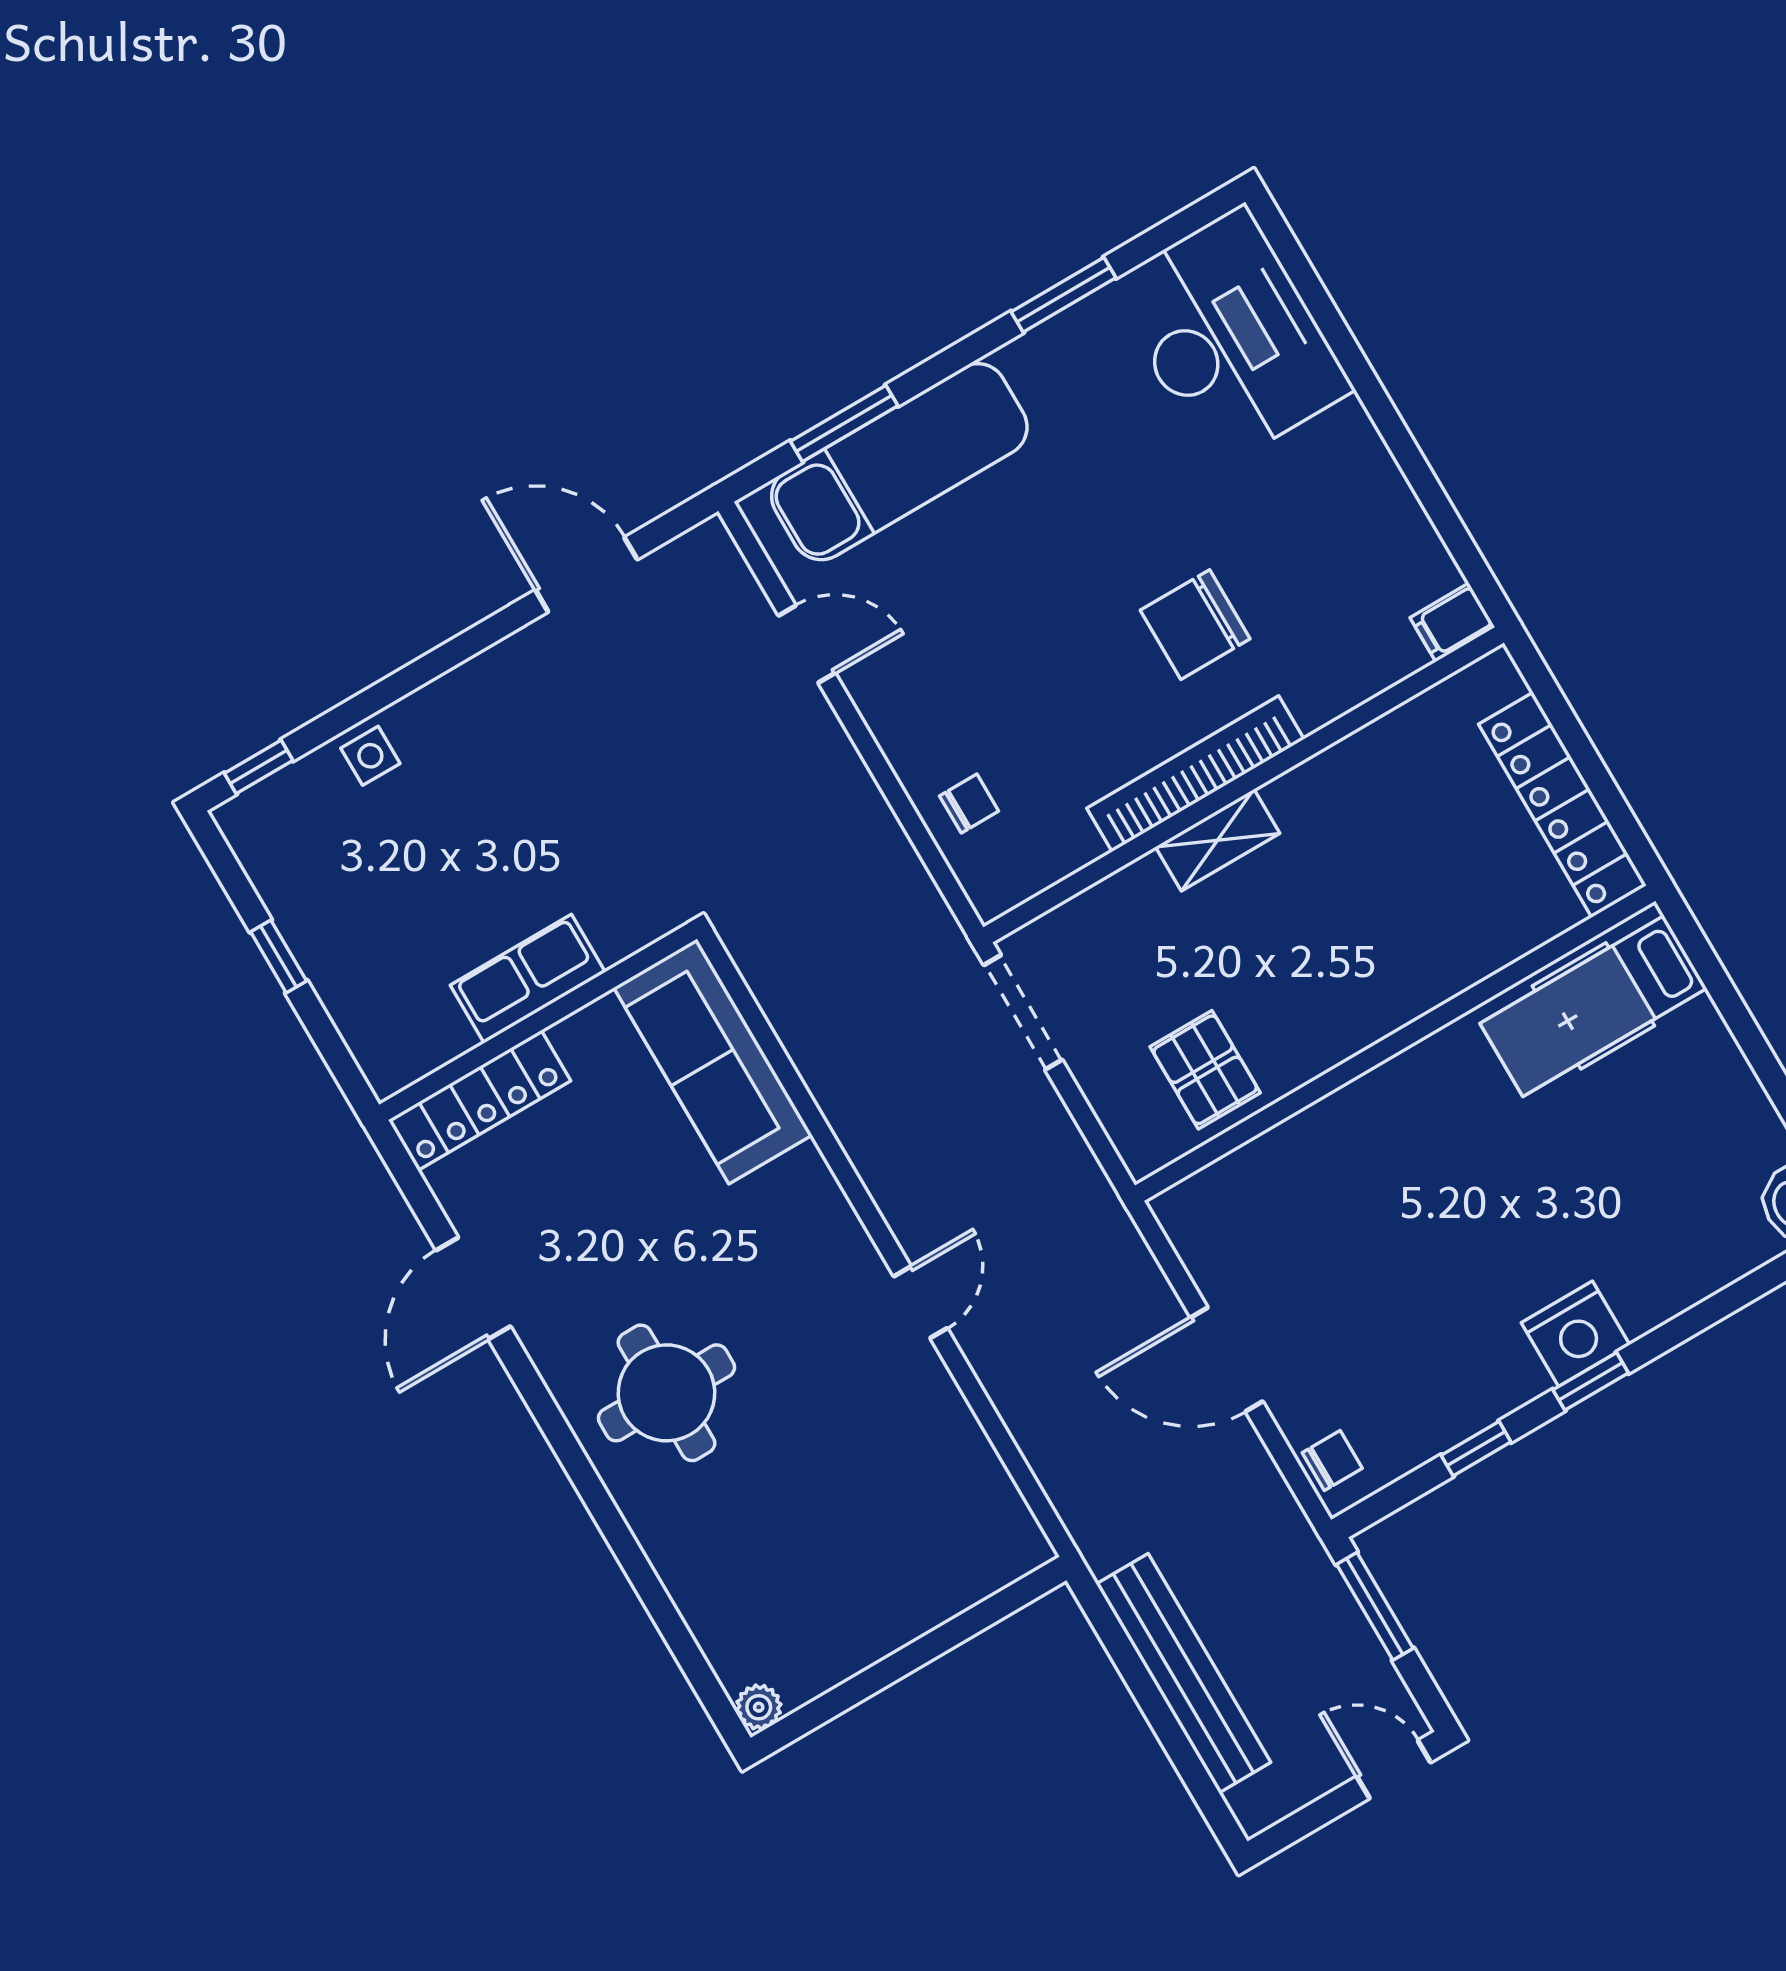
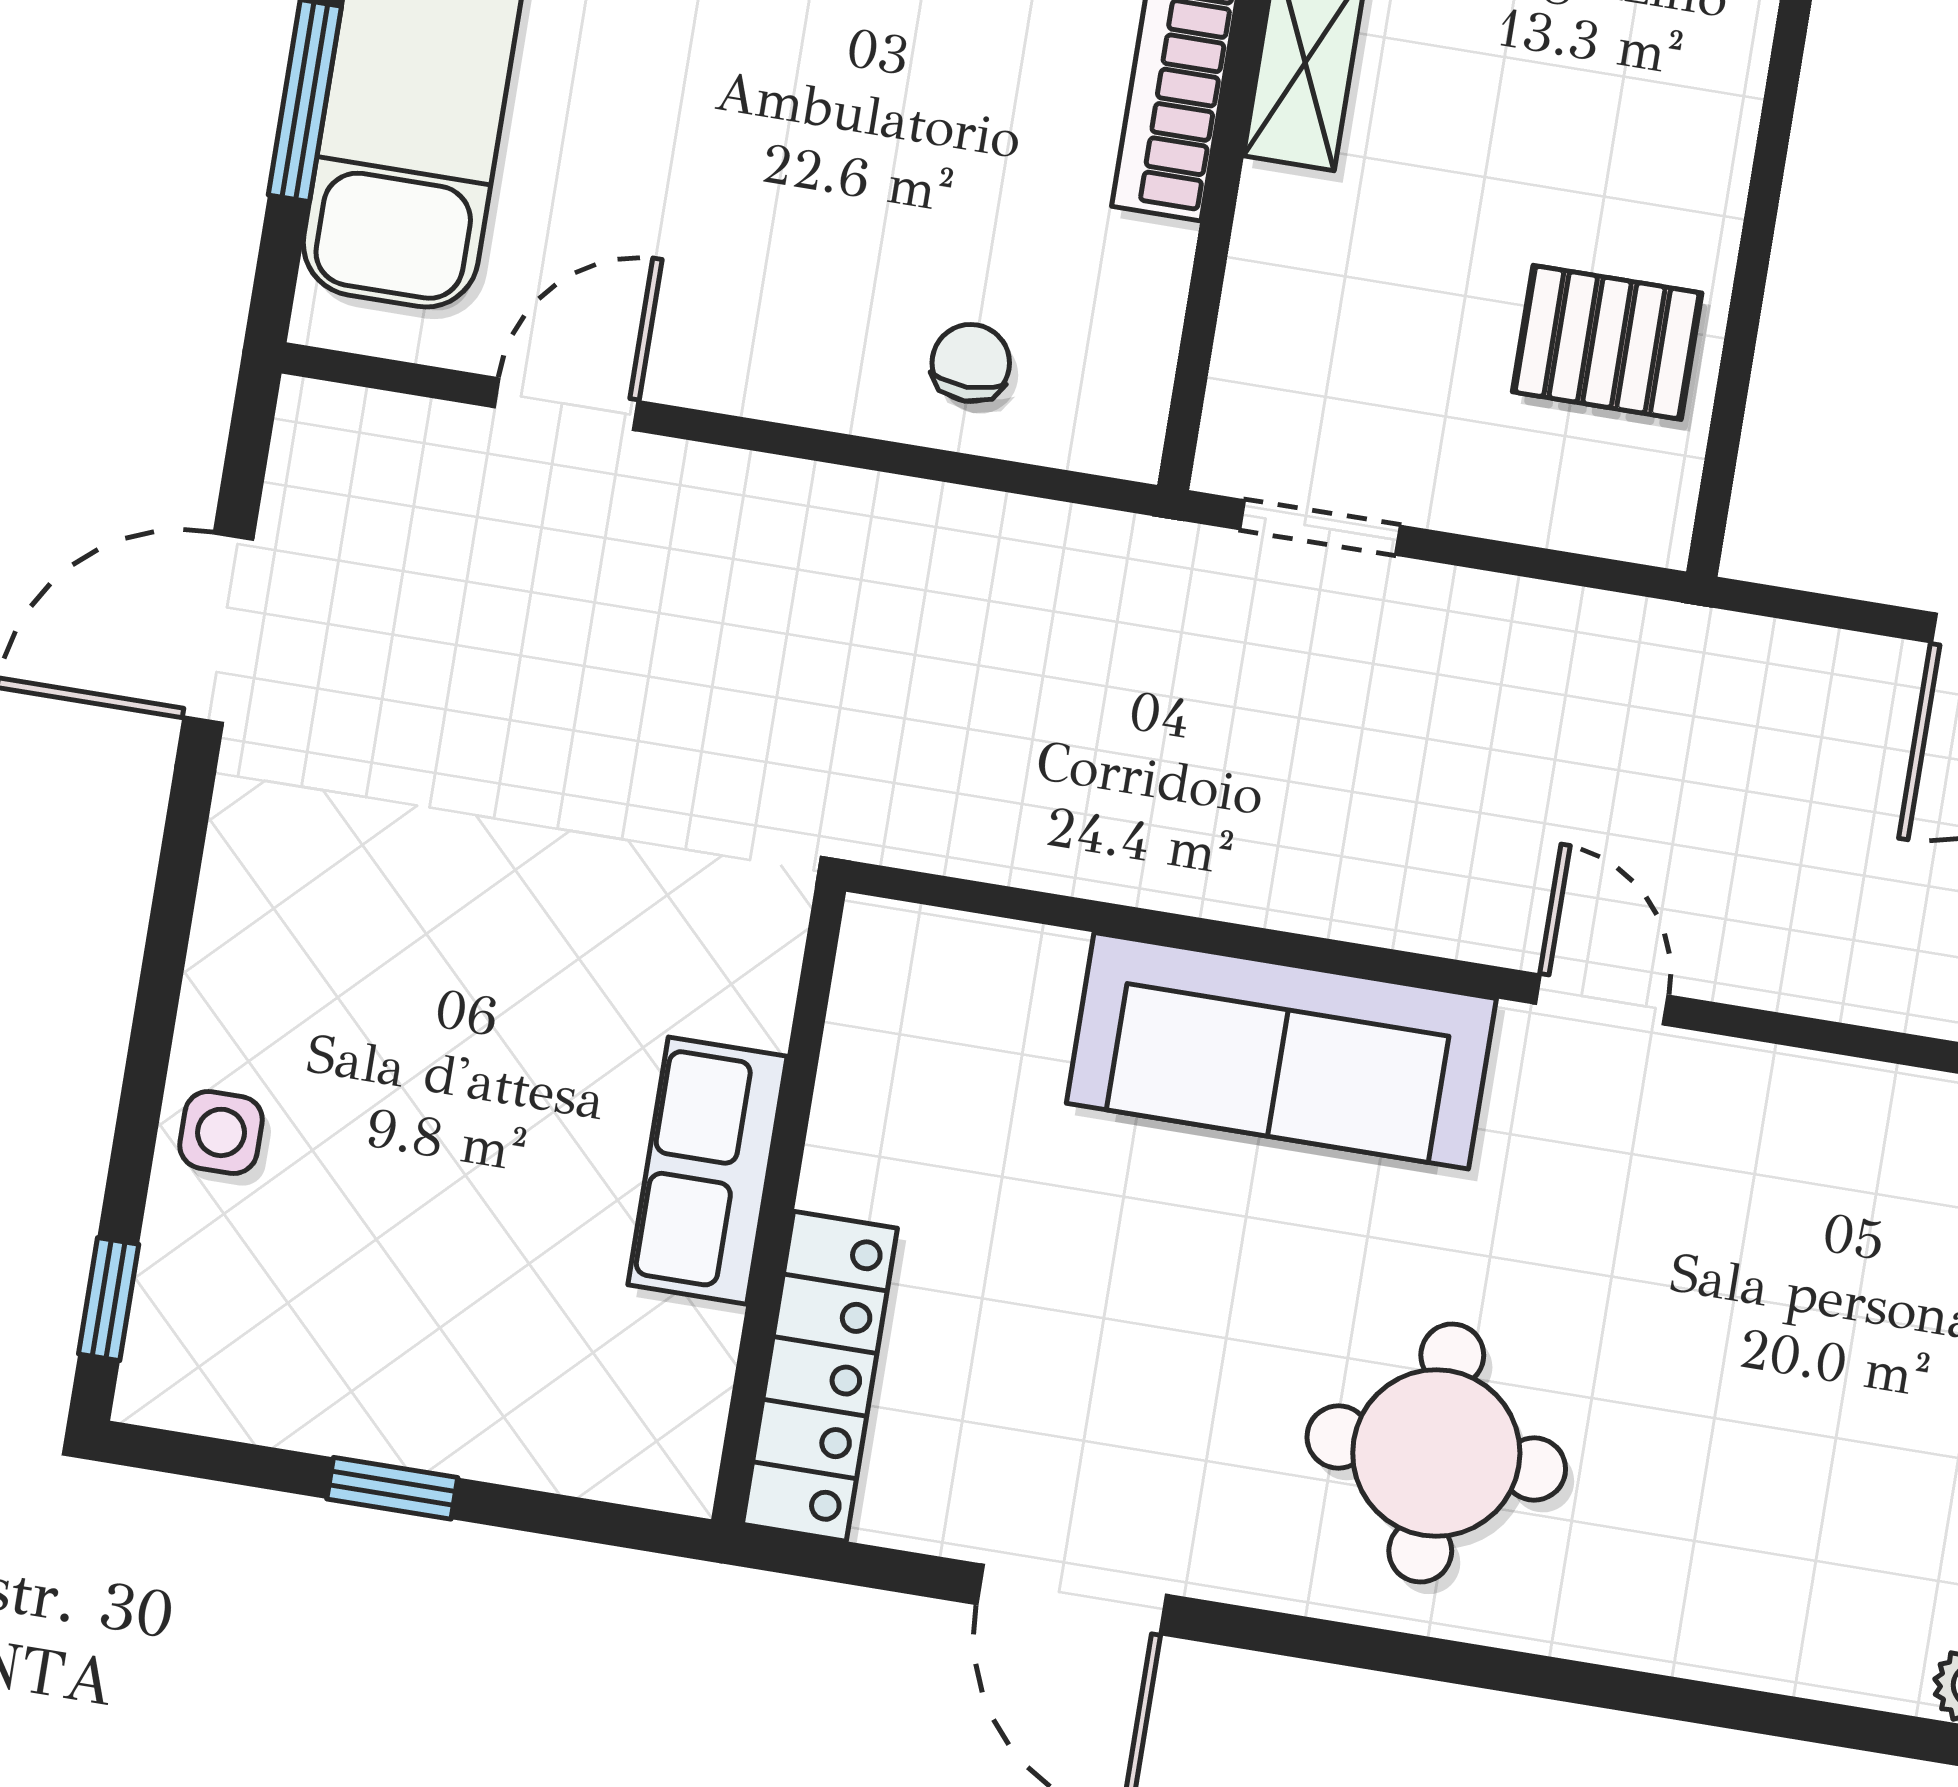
doorway: (1023, 1012) -> (1320, 528), width x0.73
sofa: (713, 1061) -> (1281, 1051), moved

